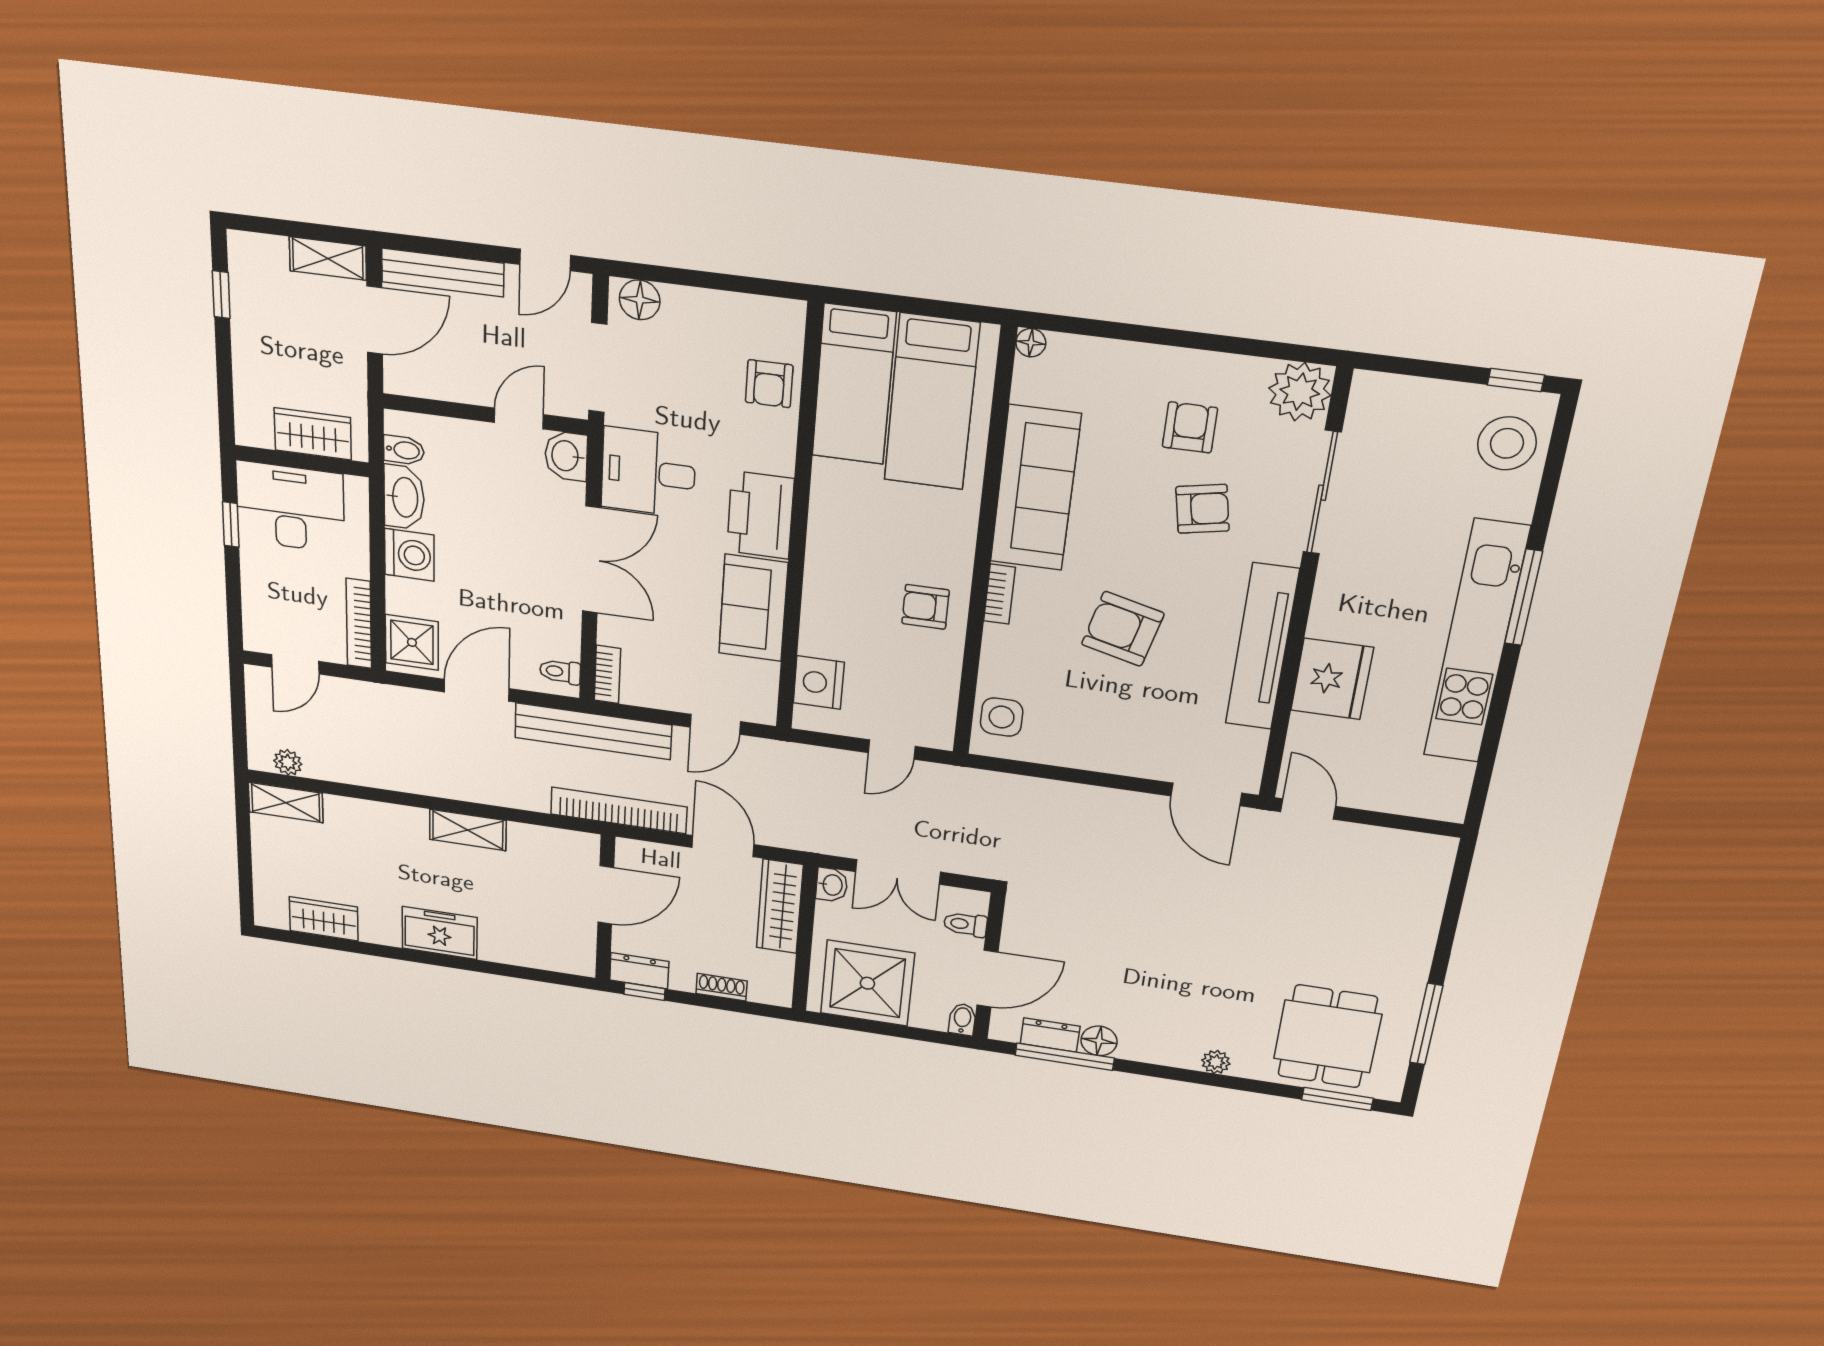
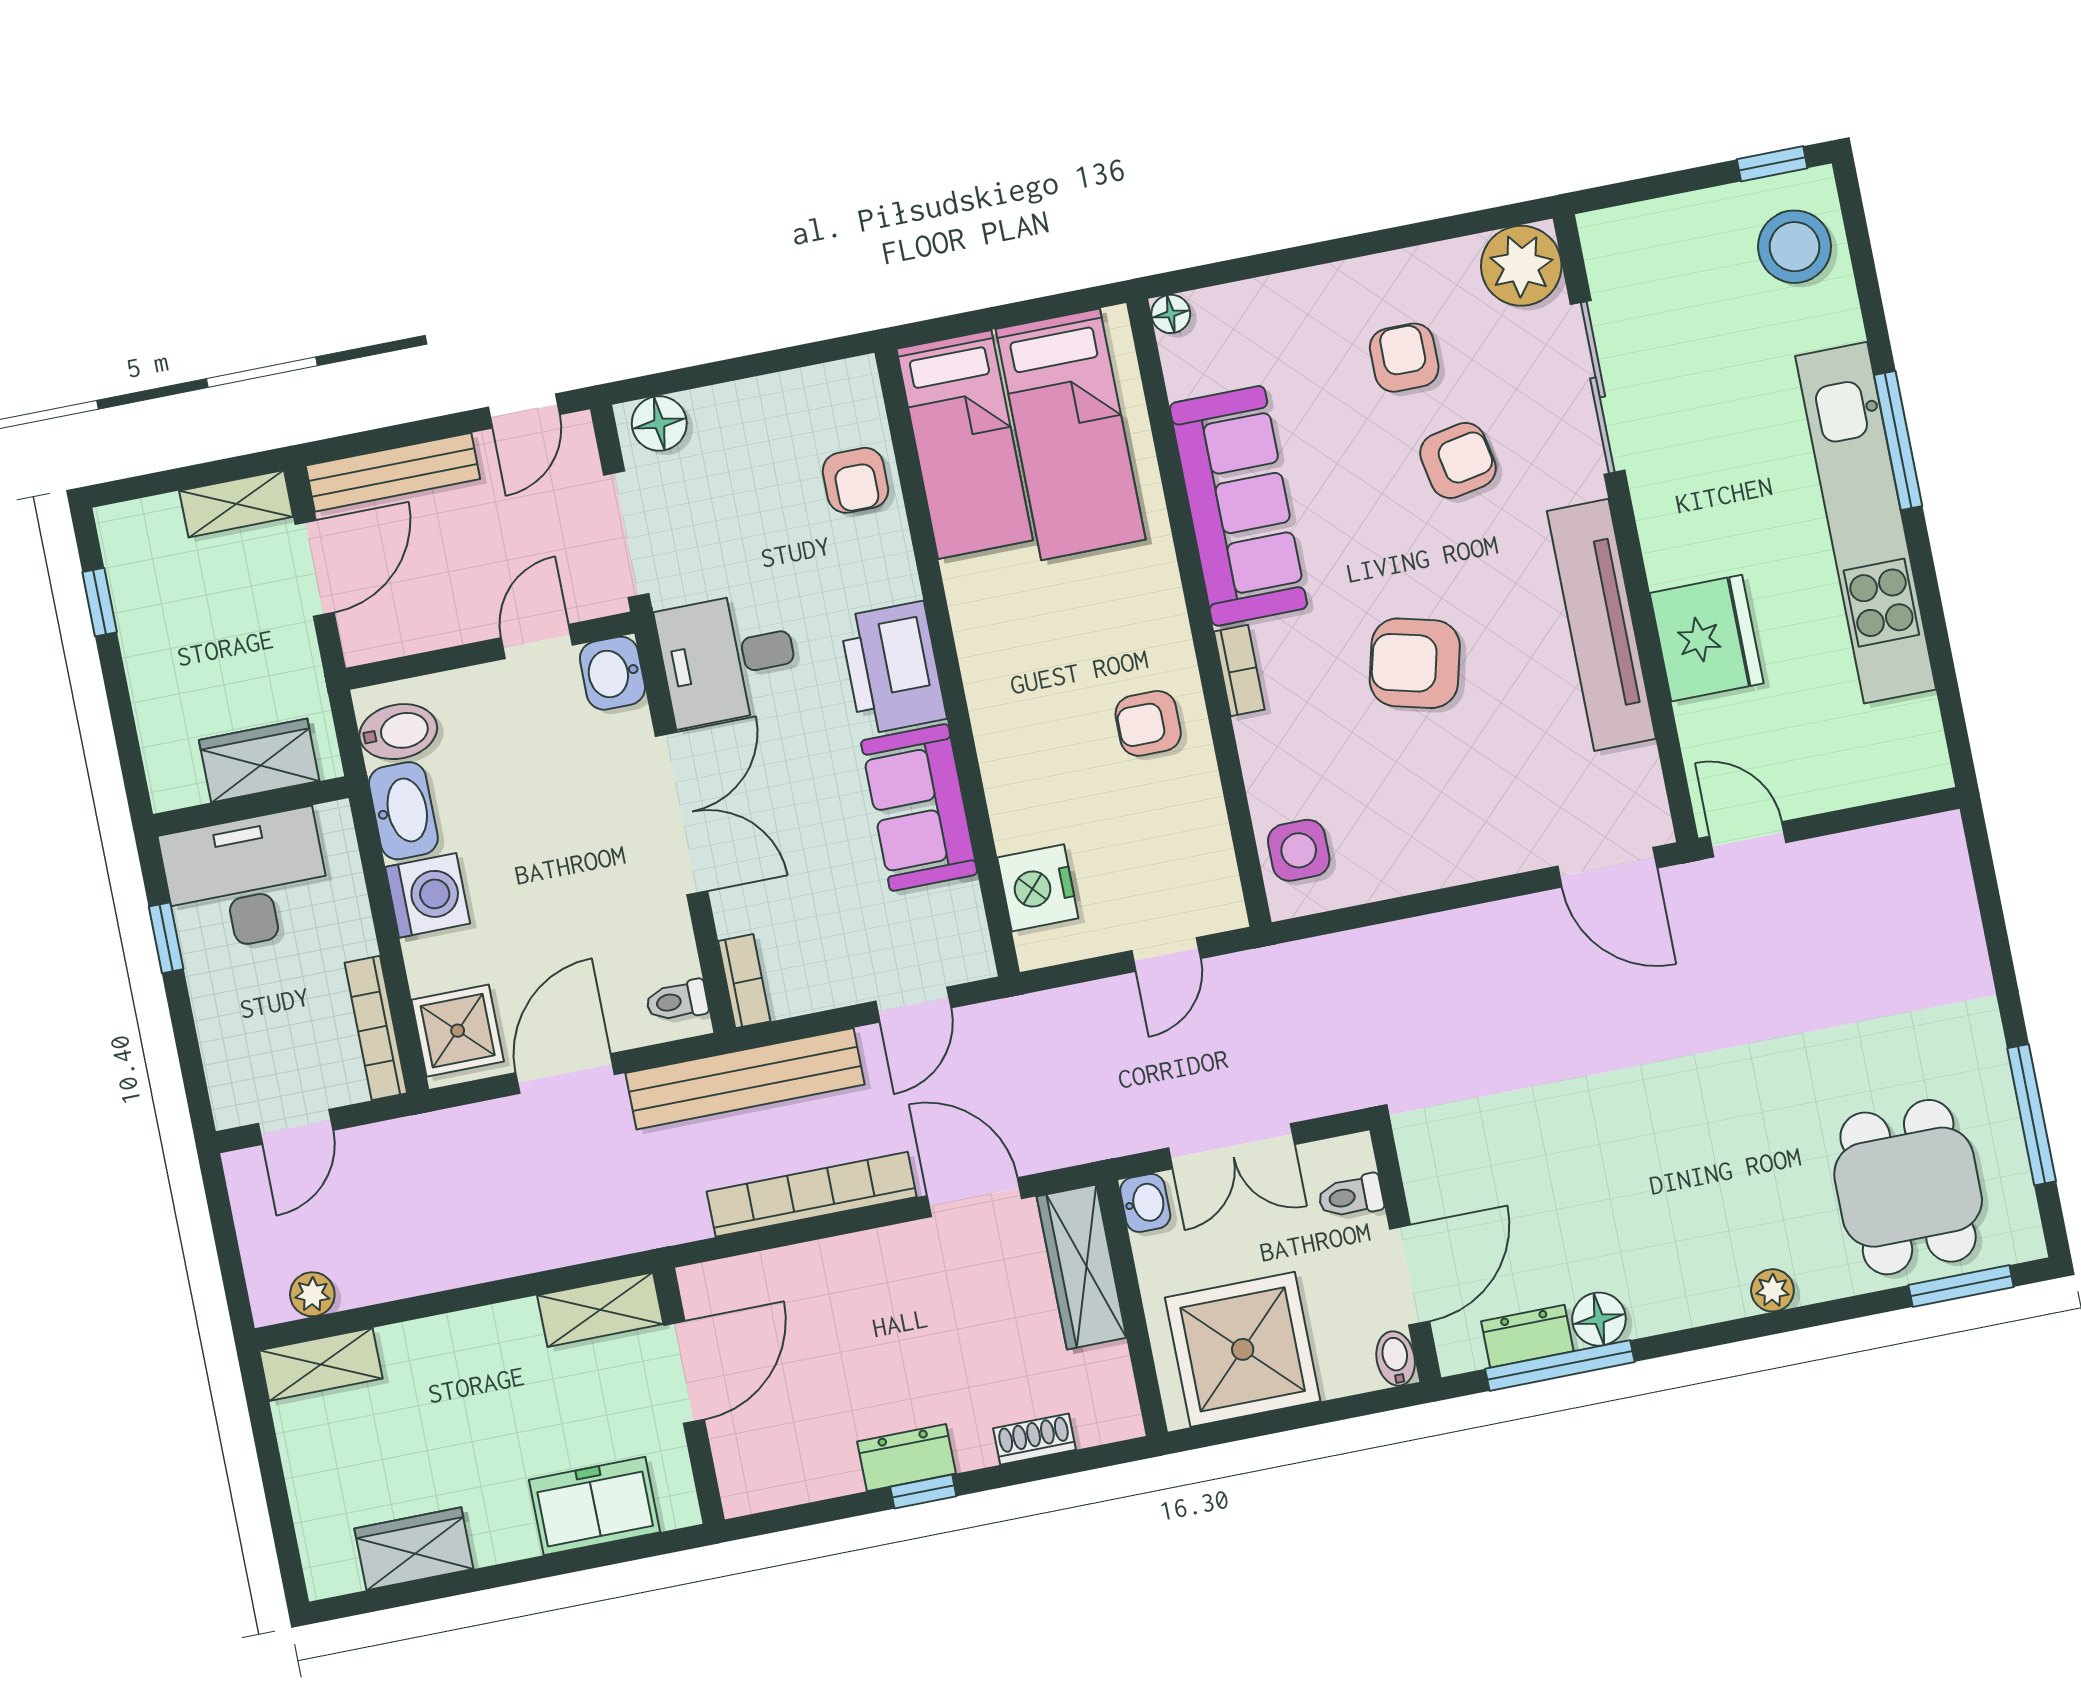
bidet: (404, 450) -> (398, 732), width x1.38, depth x1.36
door: (606, 895) -> (684, 1372), moved
wall: (605, 908) -> (689, 1396), moved

